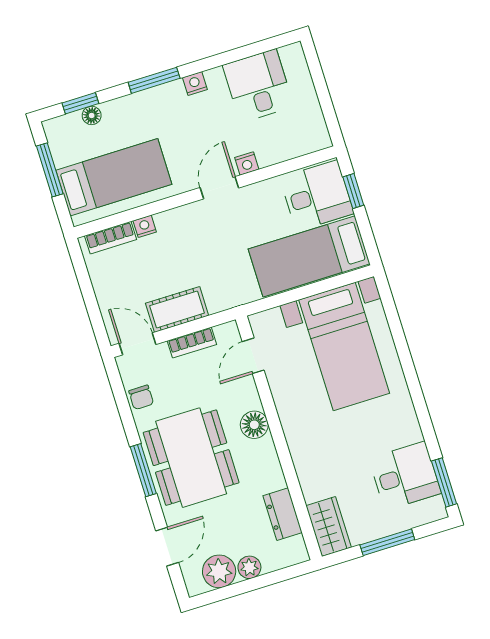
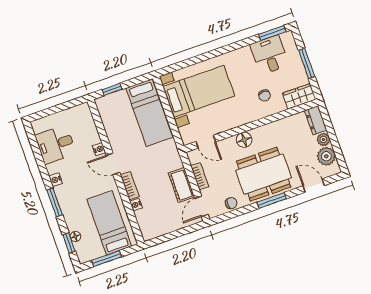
desk: (317, 196) -> (115, 110), removed
bookcase: (111, 238) -> (130, 186), moved
chair: (332, 464) -> (264, 96), added
dresser: (283, 514) -> (316, 120), moved, turned 90

